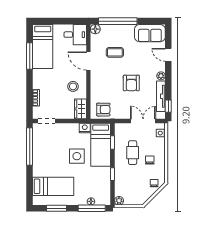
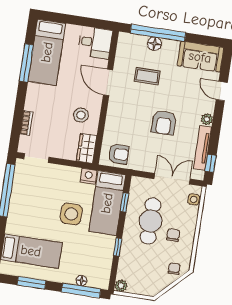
floor lamp: (95, 29) -> (154, 44), moved
cafe table: (133, 153) -> (151, 221), width x1.37, depth x1.35

